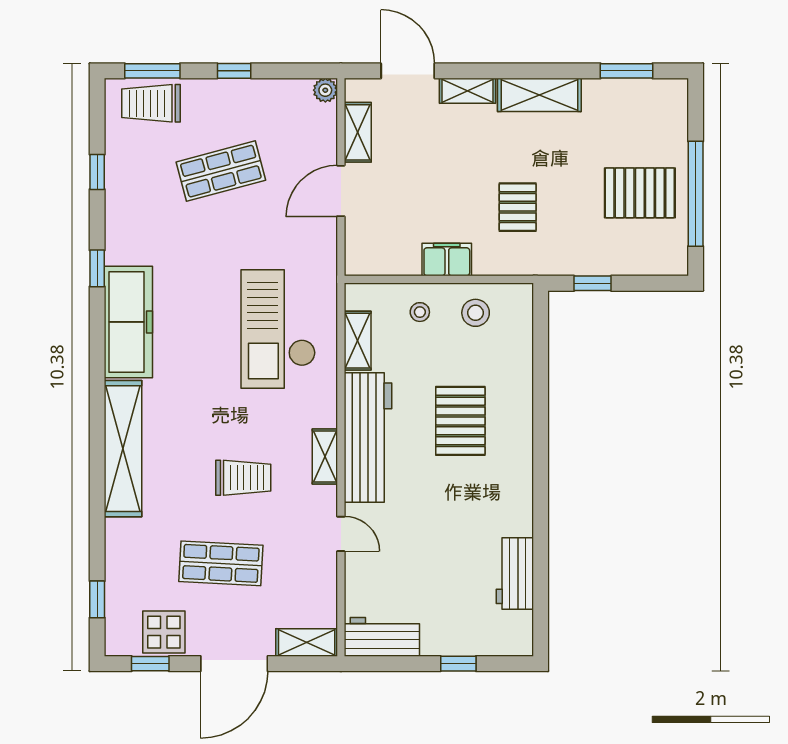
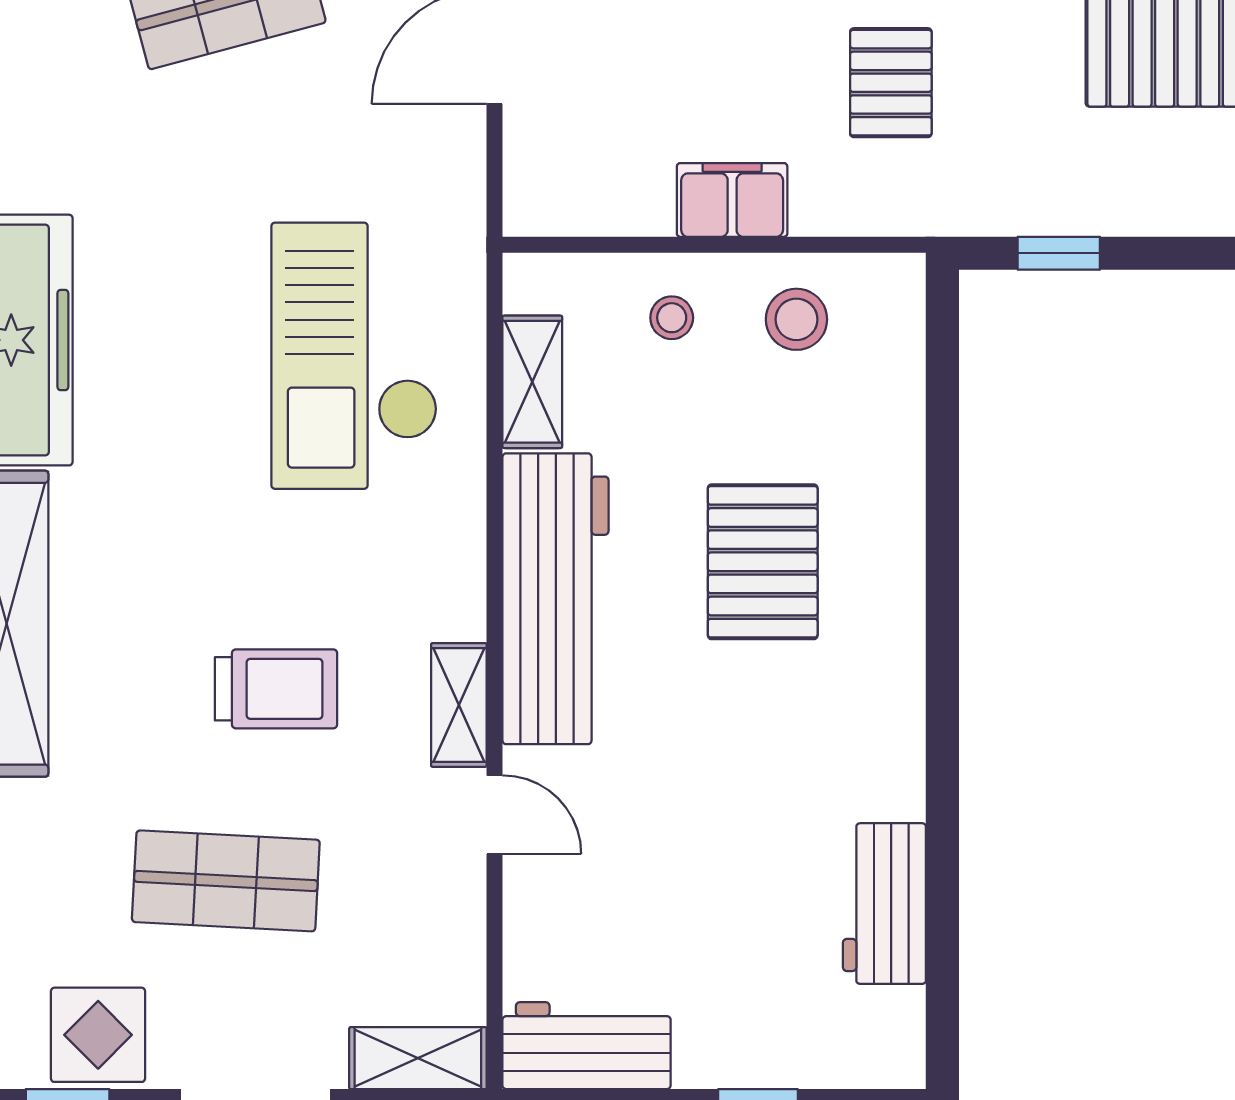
shelving: (325, 457) -> (459, 705), moved

